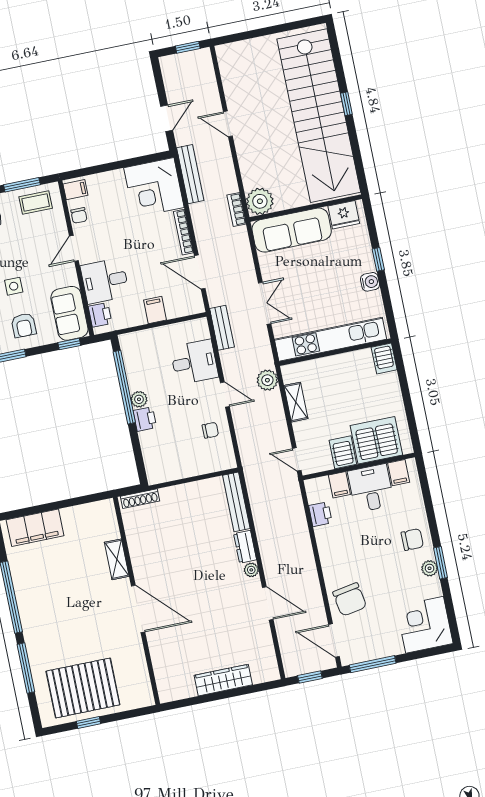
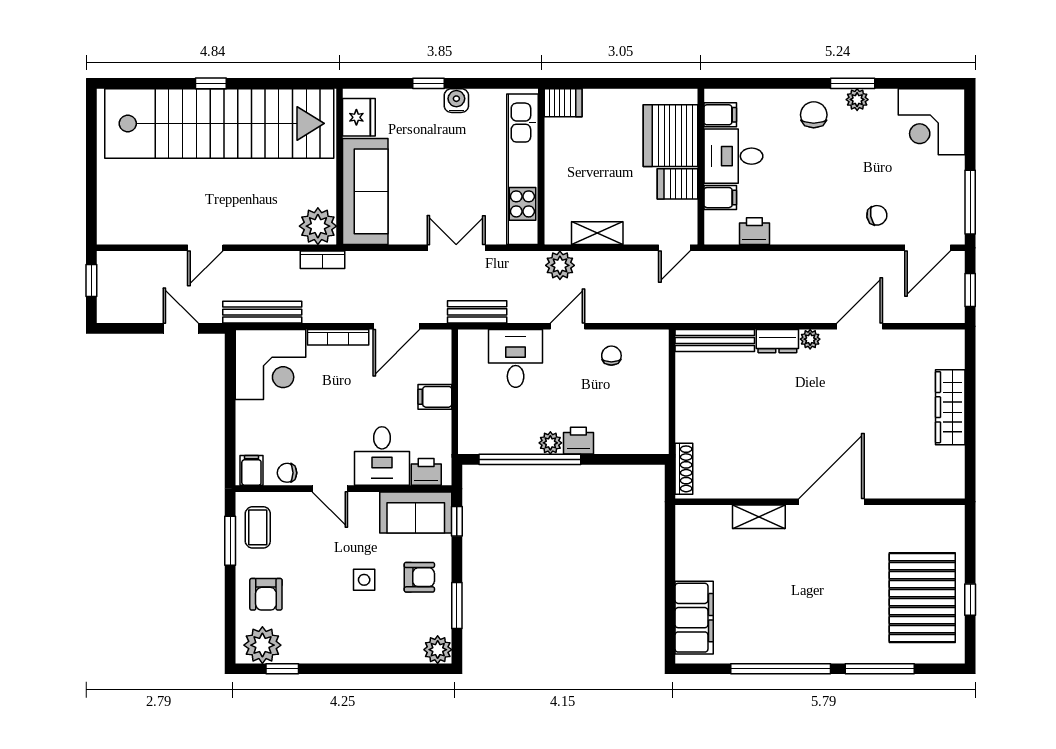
chair: (79, 215) -> (287, 473), turned 180
chair: (350, 599) -> (877, 215), width x0.54, depth x0.54

